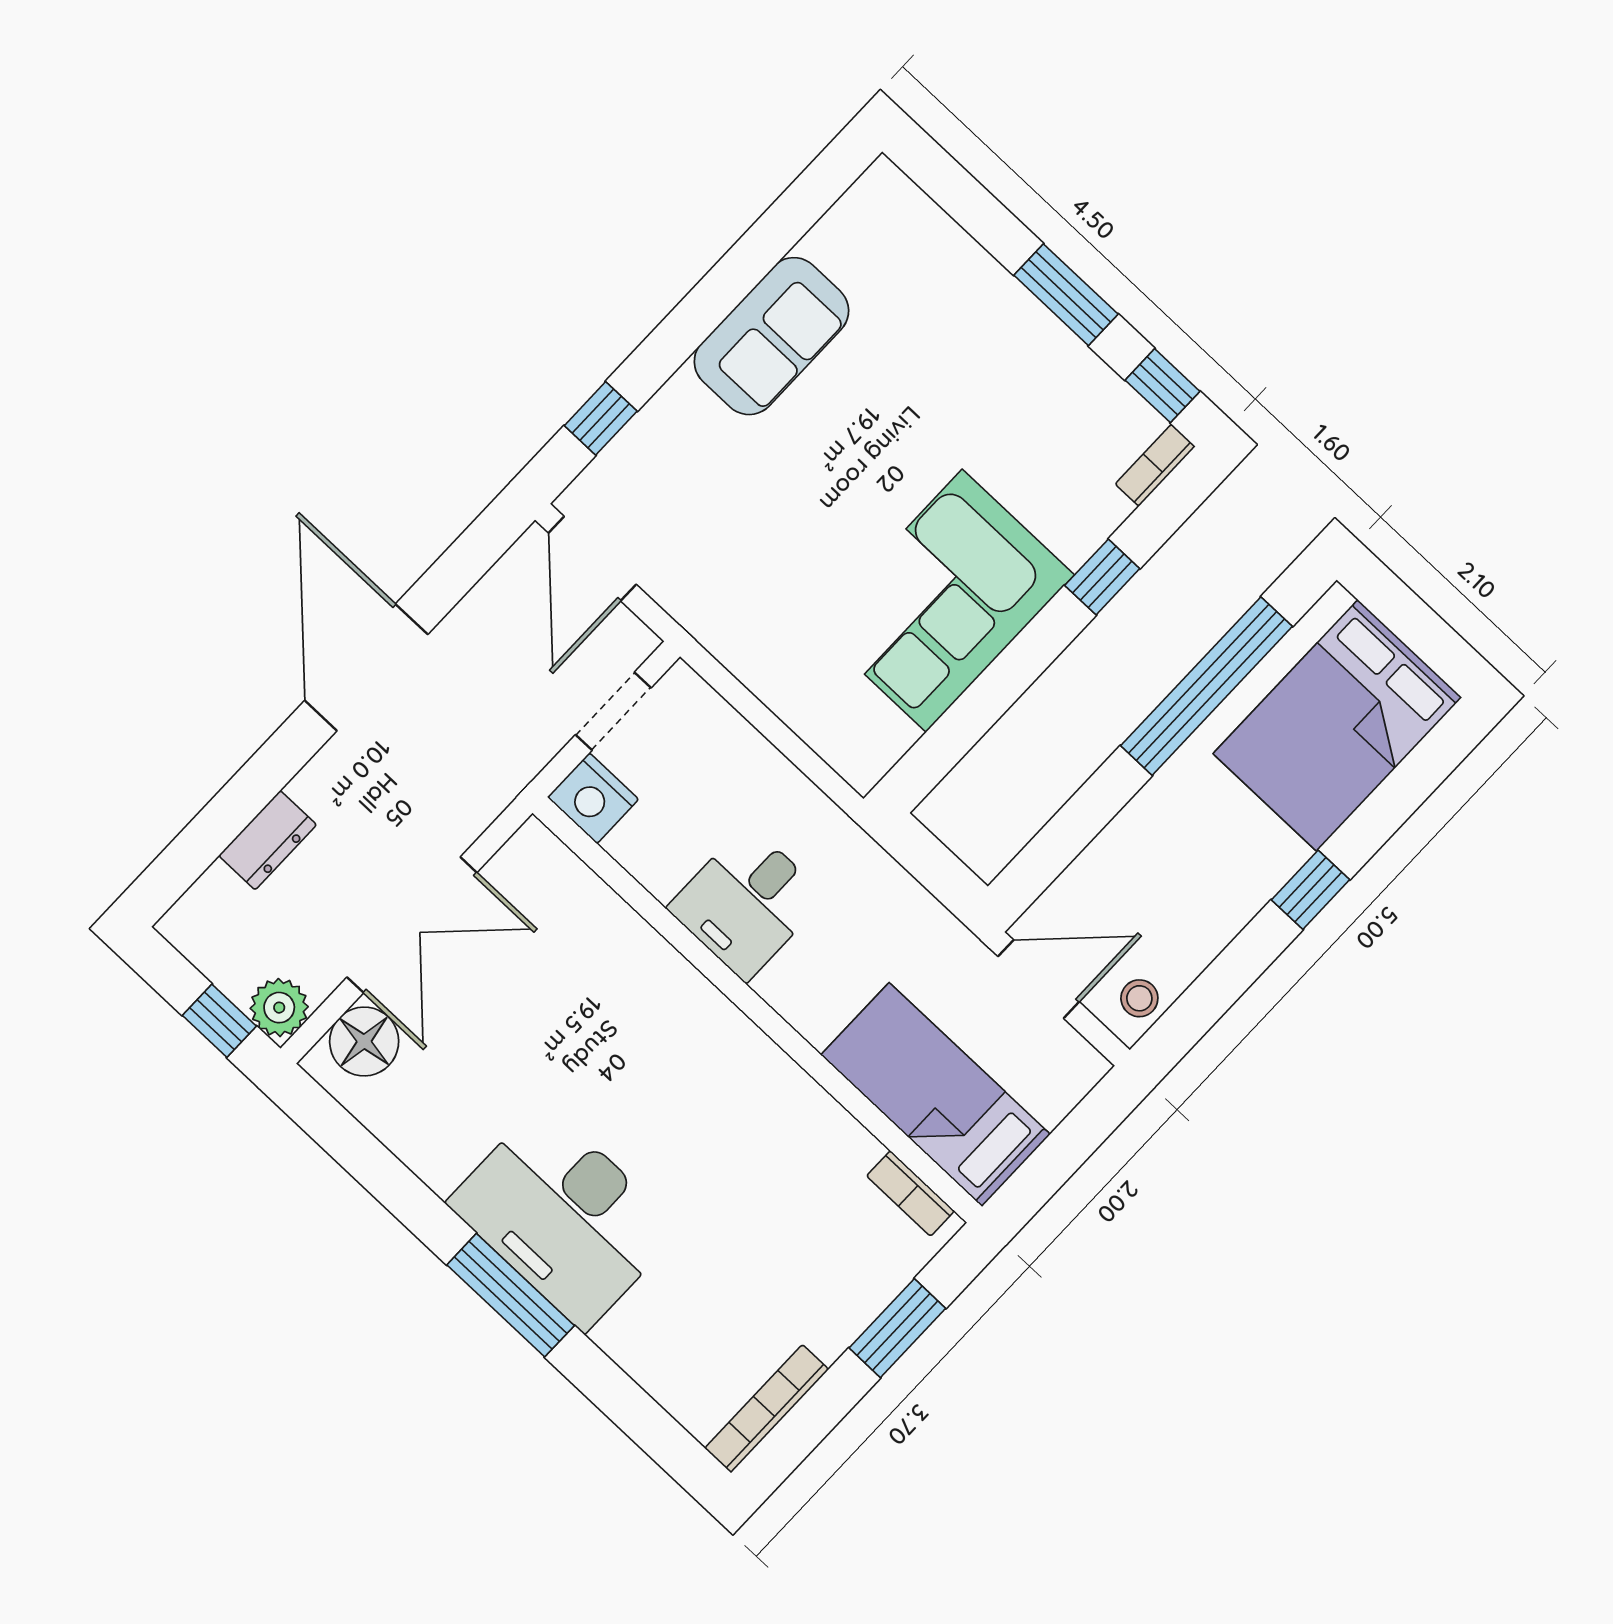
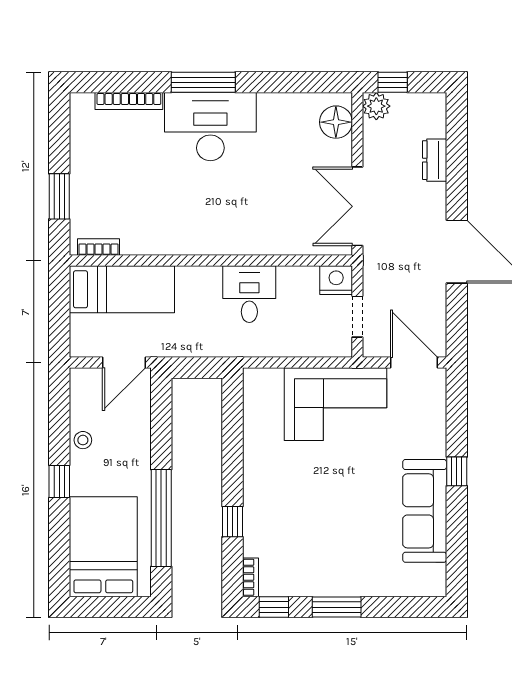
sofa: (771, 336) -> (425, 511), width x1.36
window: (601, 418) -> (457, 471), moved
corner sofa: (944, 601) -> (335, 404), moved, turned 90
double door: (412, 925) -> (357, 206), moved
stool: (1139, 998) -> (83, 440), moved
bookcase: (767, 1409) -> (129, 101), moved, turned 90

